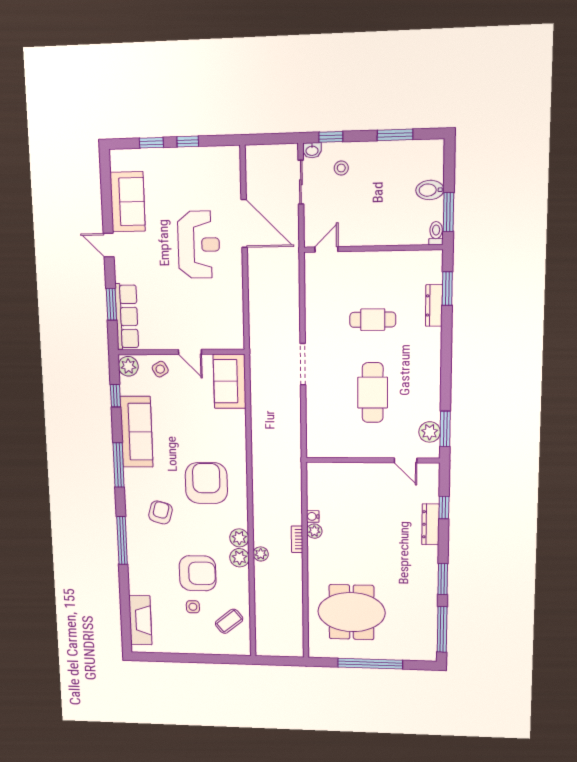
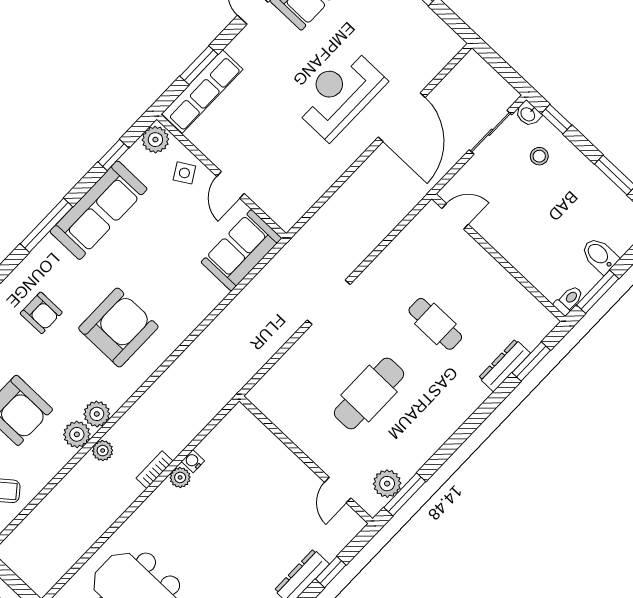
reception desk: (199, 245) -> (340, 94), turned 180
armchair: (160, 512) -> (41, 313), turned 74

